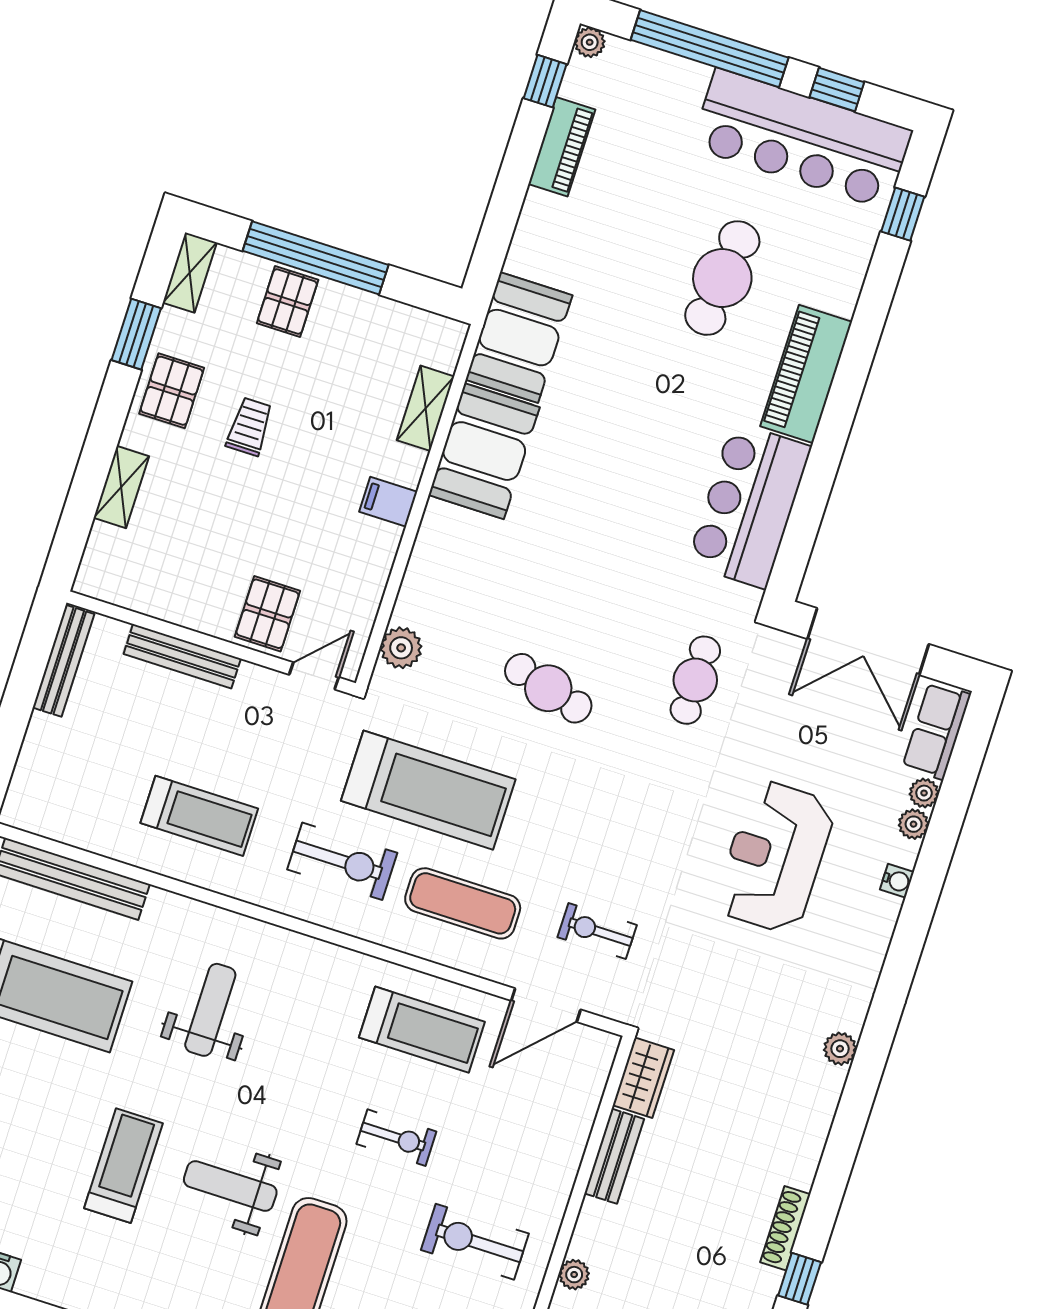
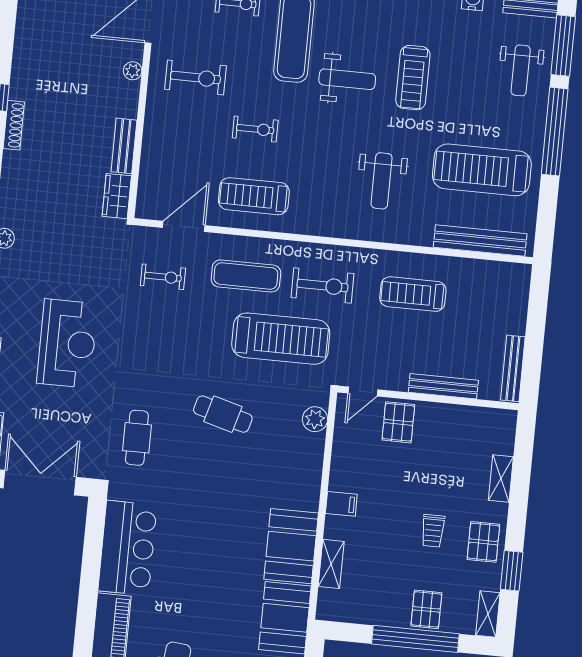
treadmill: (428, 790) -> (281, 339), turned 180
exercise bike: (342, 861) -> (322, 286), turned 180
exercise bike: (396, 1138) -> (255, 129), turned 180

